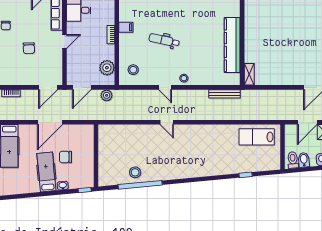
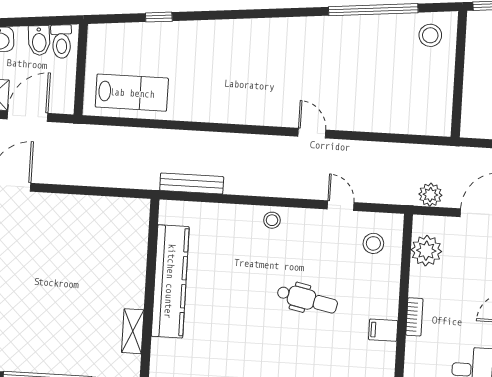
shelving: (249, 74) -> (133, 331), moved
door: (165, 87) -> (341, 206), moved
stool: (135, 172) -> (430, 35), moved

